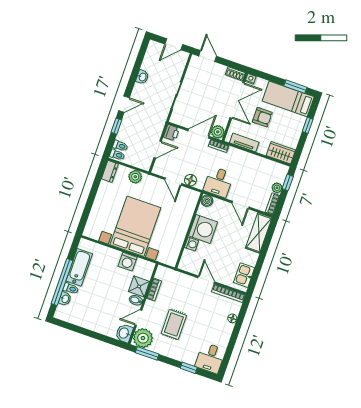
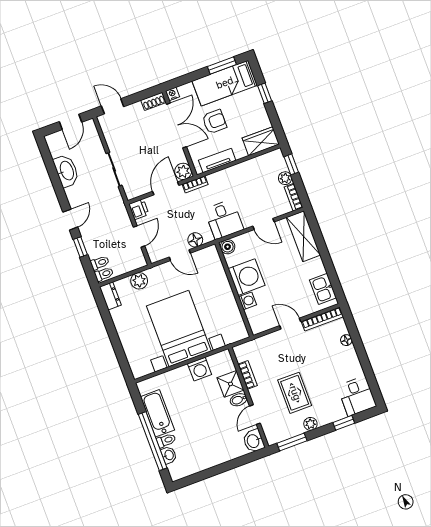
washbasin: (142, 77) -> (66, 171), width x1.91, depth x1.45
plant: (143, 338) -> (310, 424), moved, width x0.53, depth x0.53

